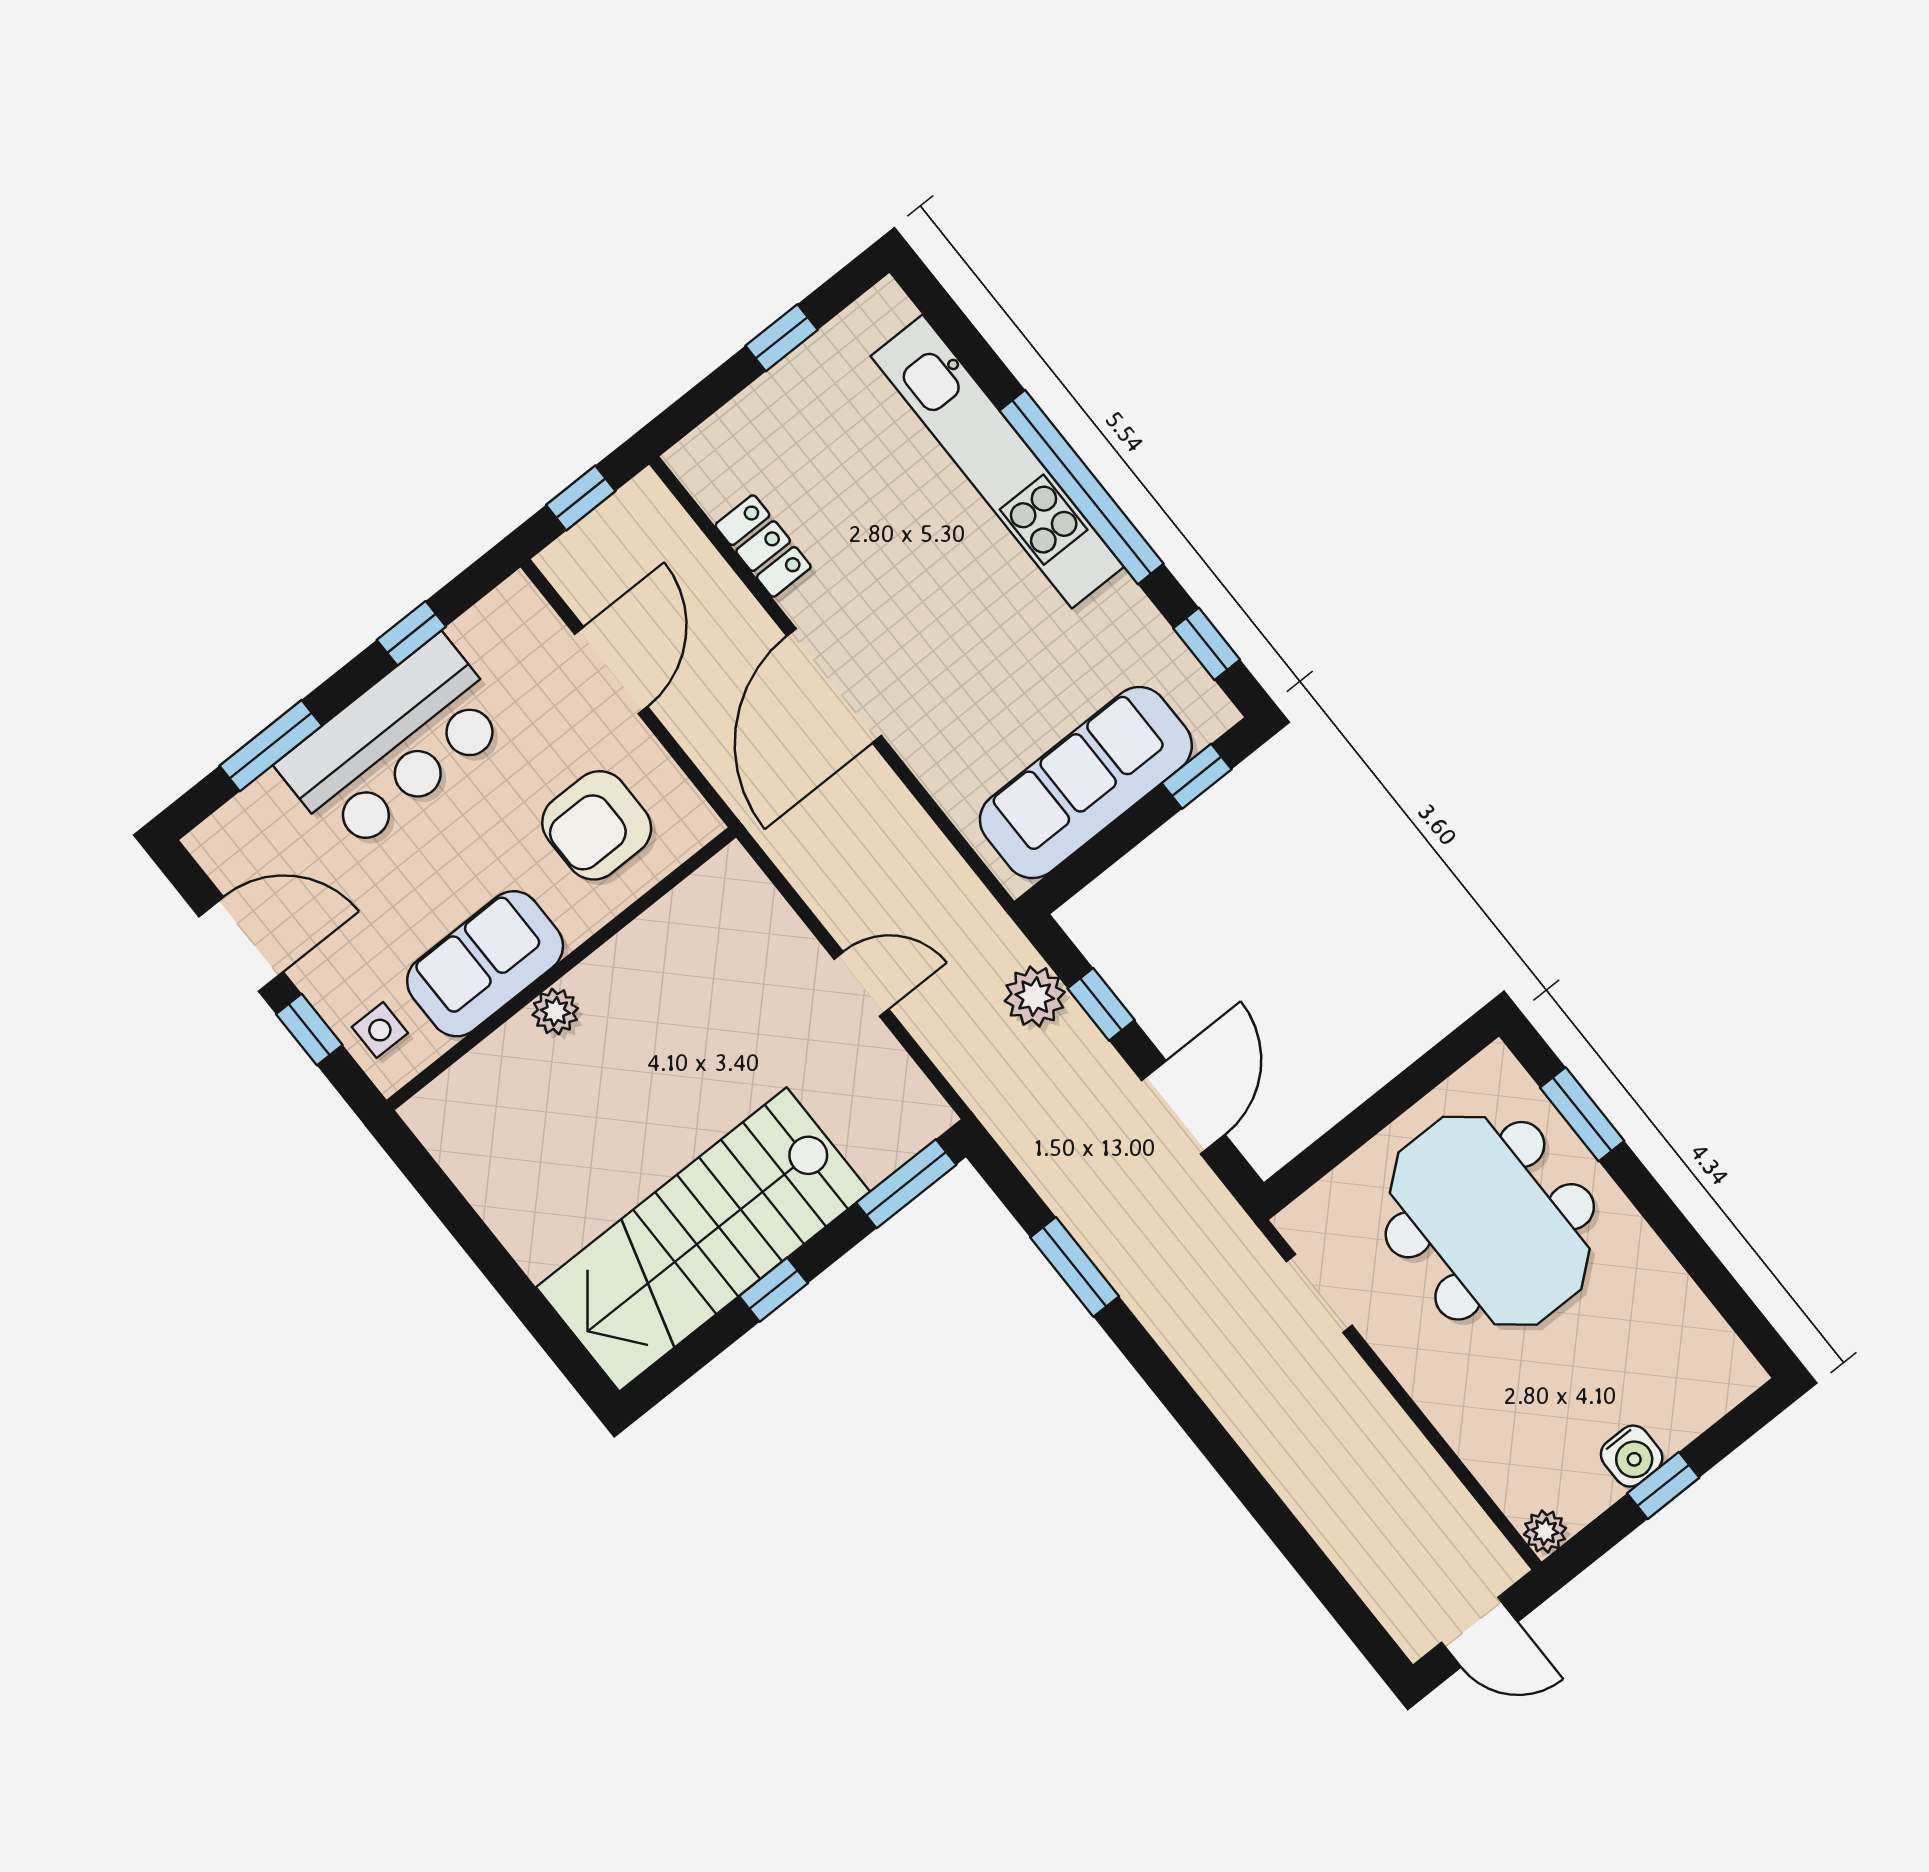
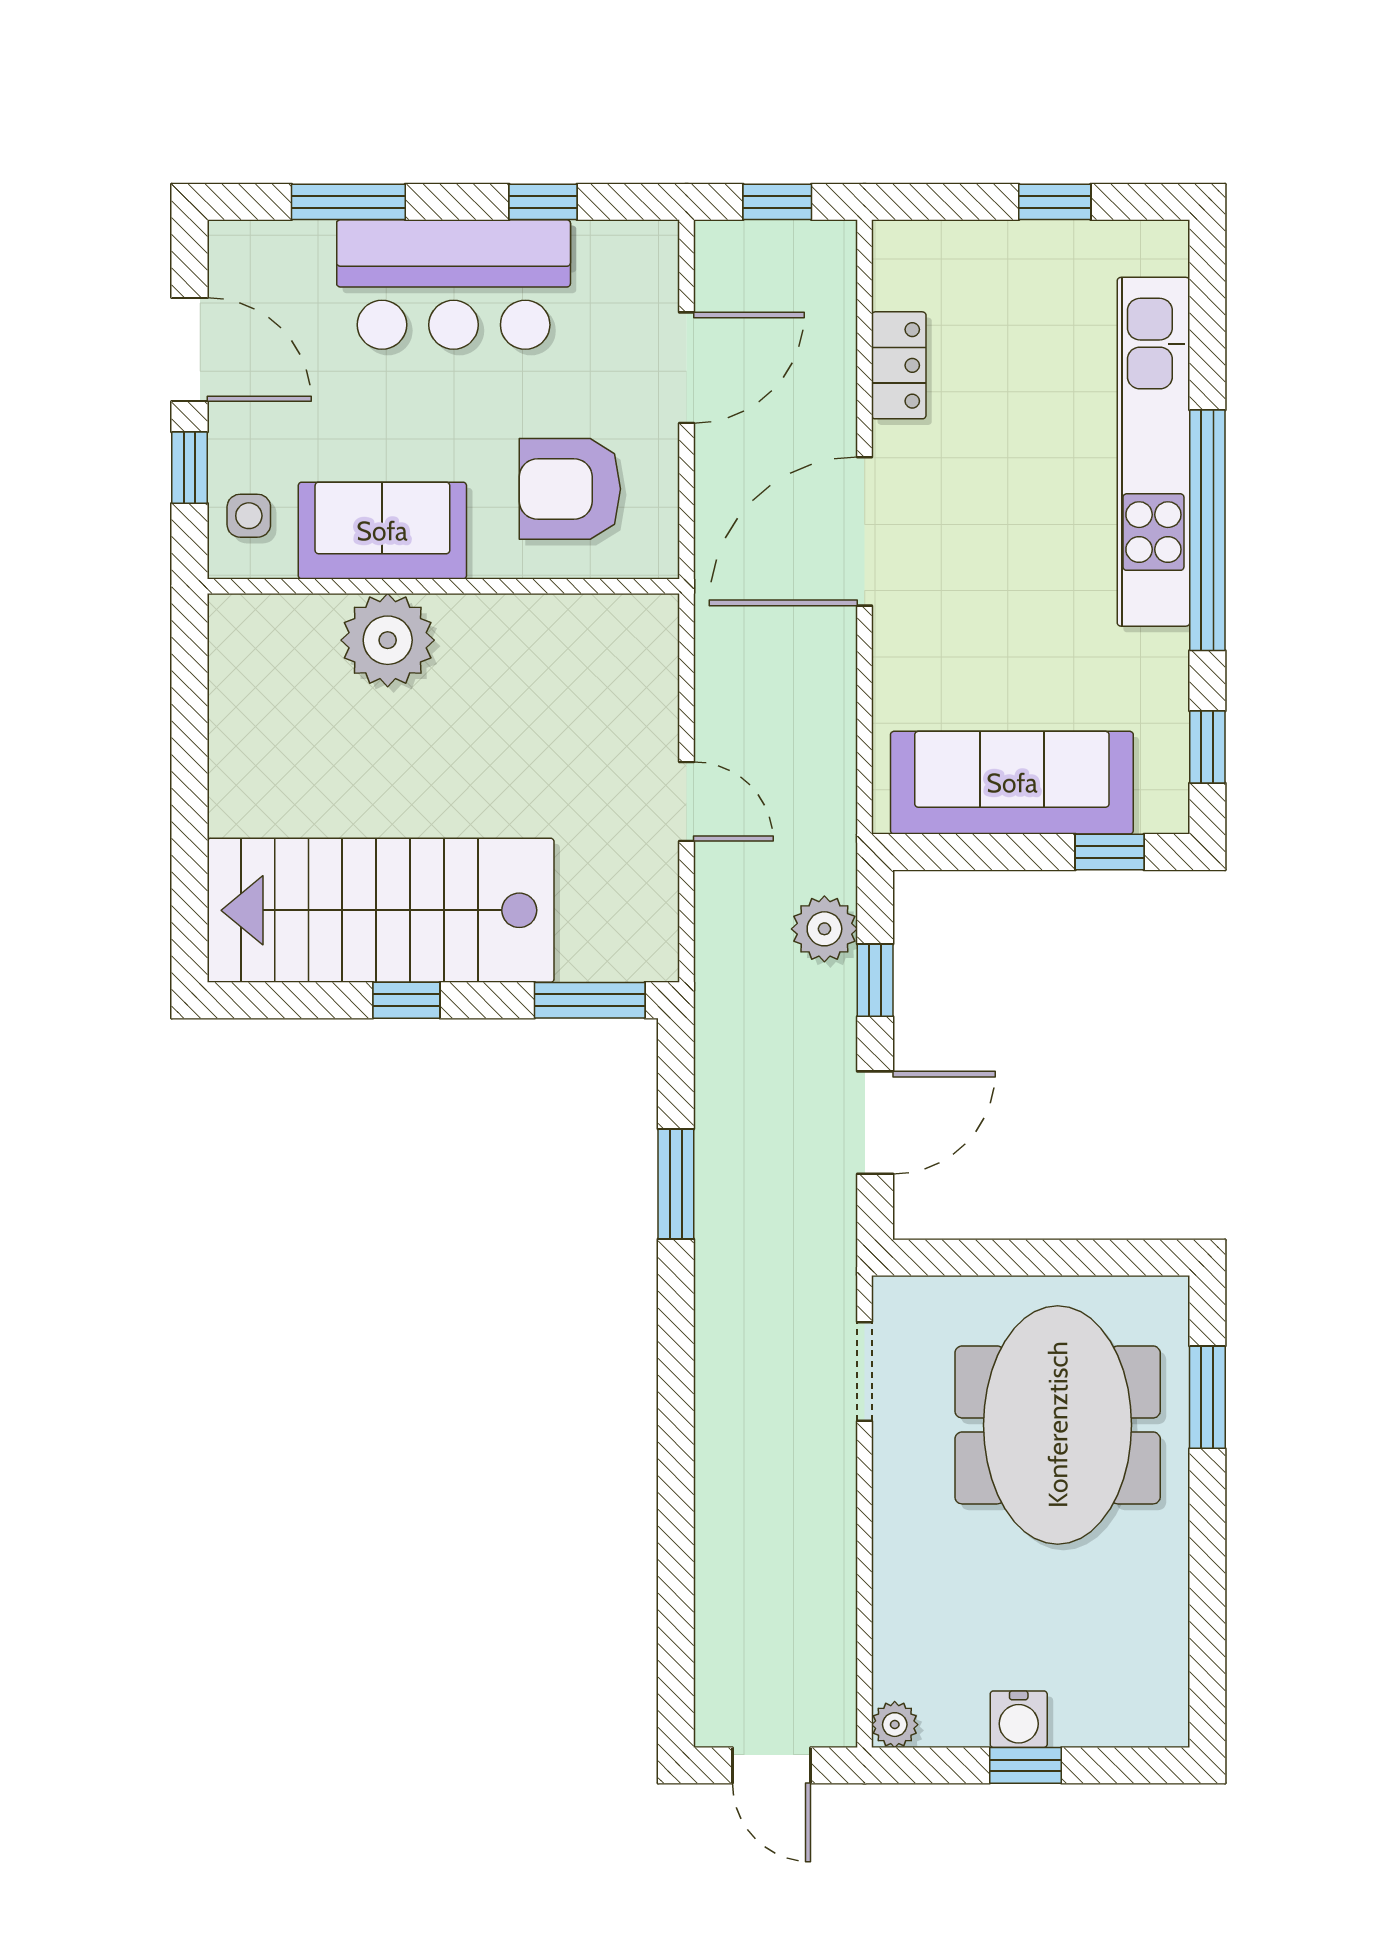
plant: (555, 1012) -> (388, 640), width x1.88, depth x1.88

